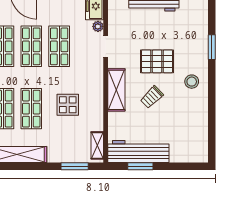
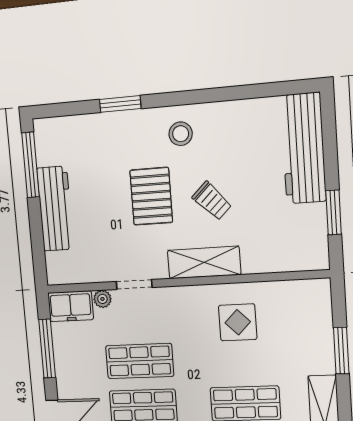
display table: (68, 105) -> (238, 322), moved
shelving: (97, 145) -> (301, 290), removed
workbench: (138, 151) -> (303, 148), moved
window: (75, 166) -> (341, 351), moved

